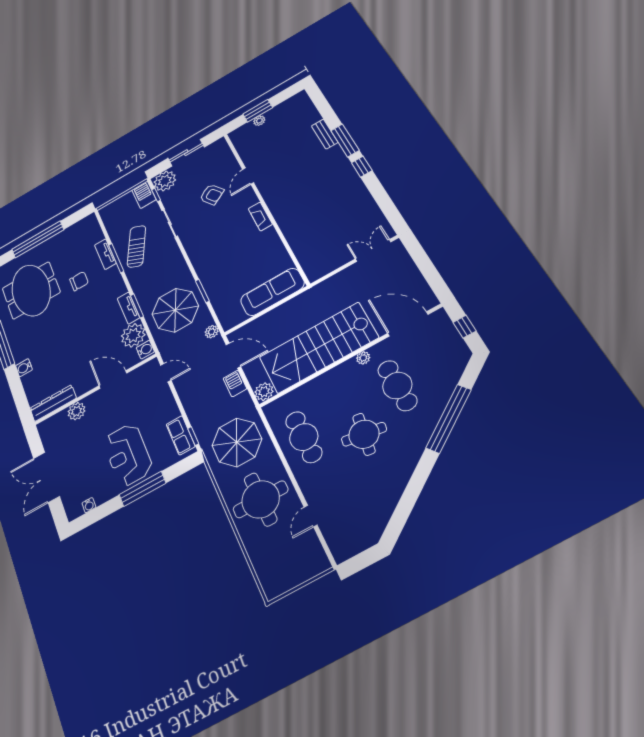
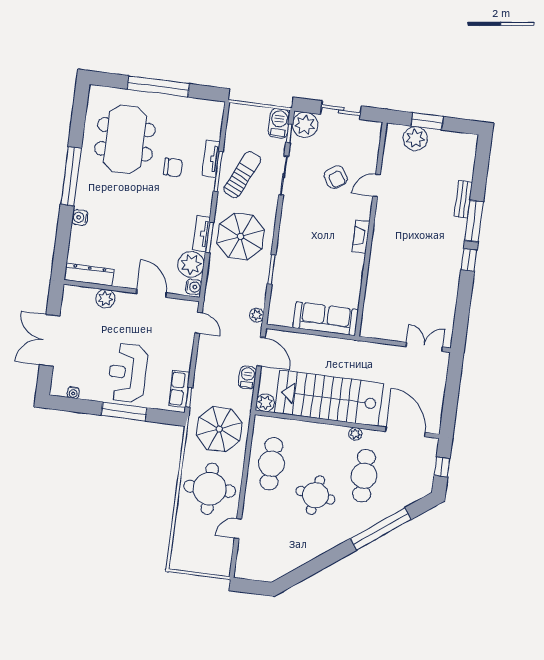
plant: (259, 121) -> (415, 139), width x1.88, depth x1.88
parasol: (175, 310) -> (241, 236), moved

